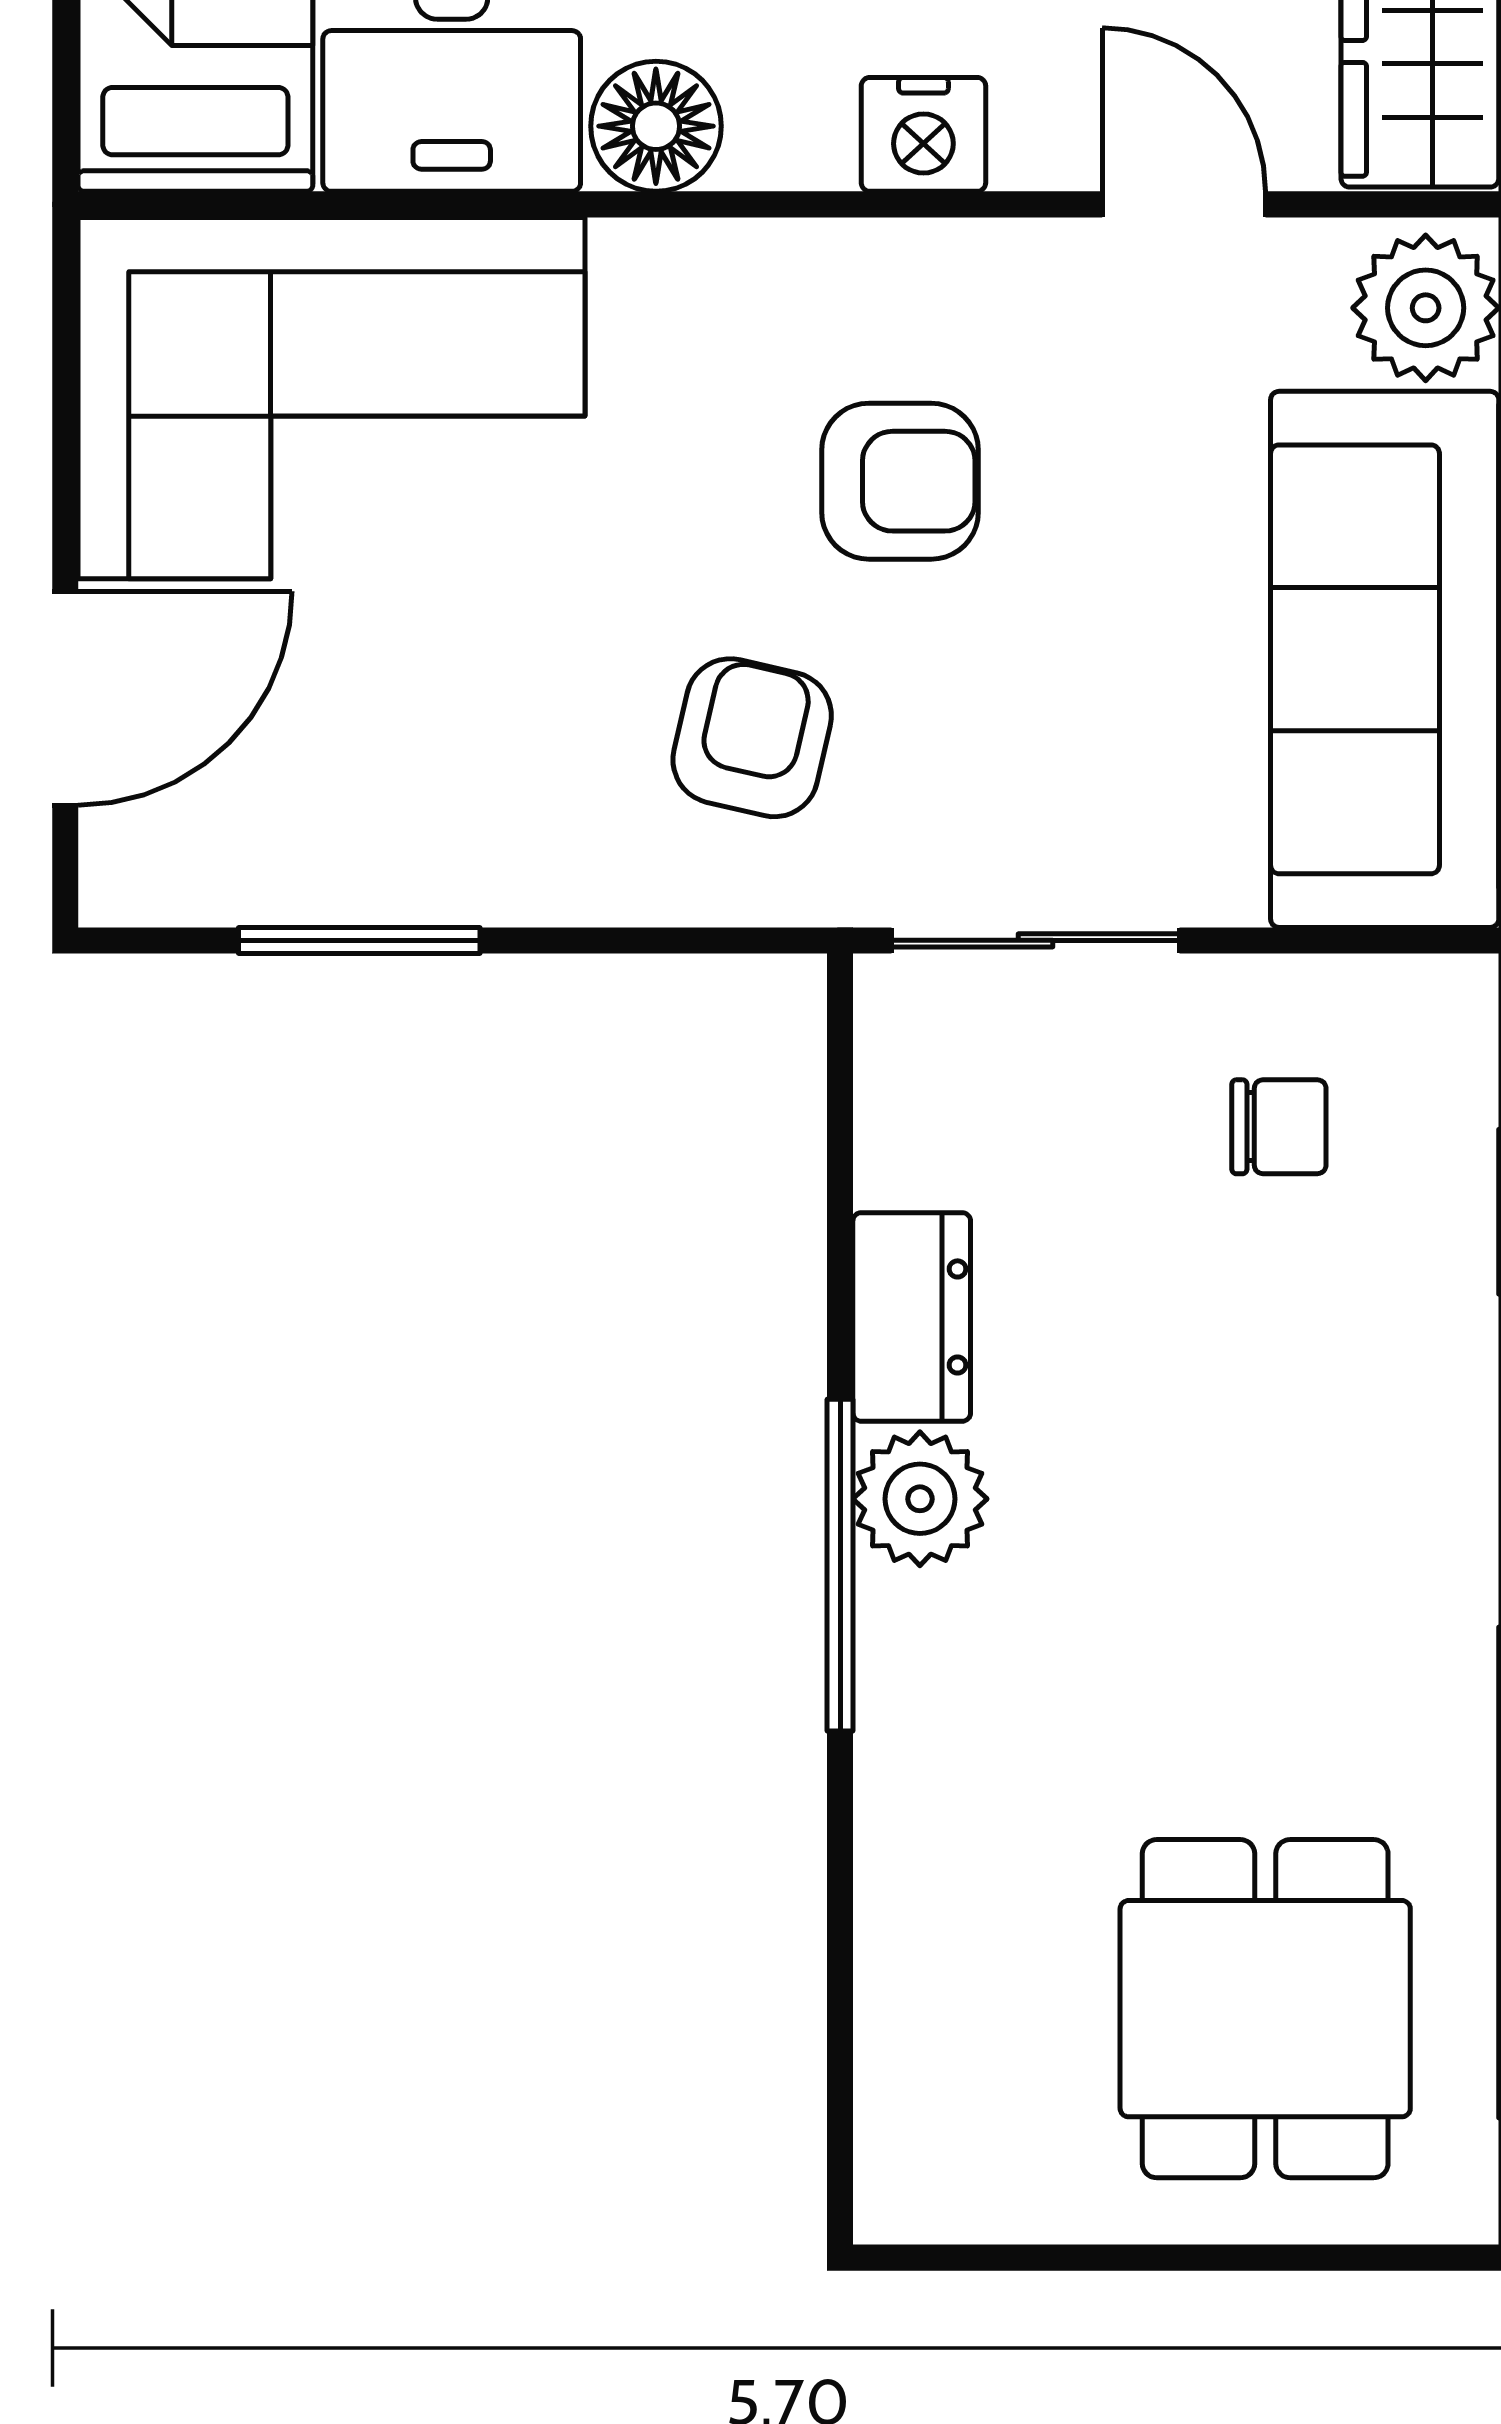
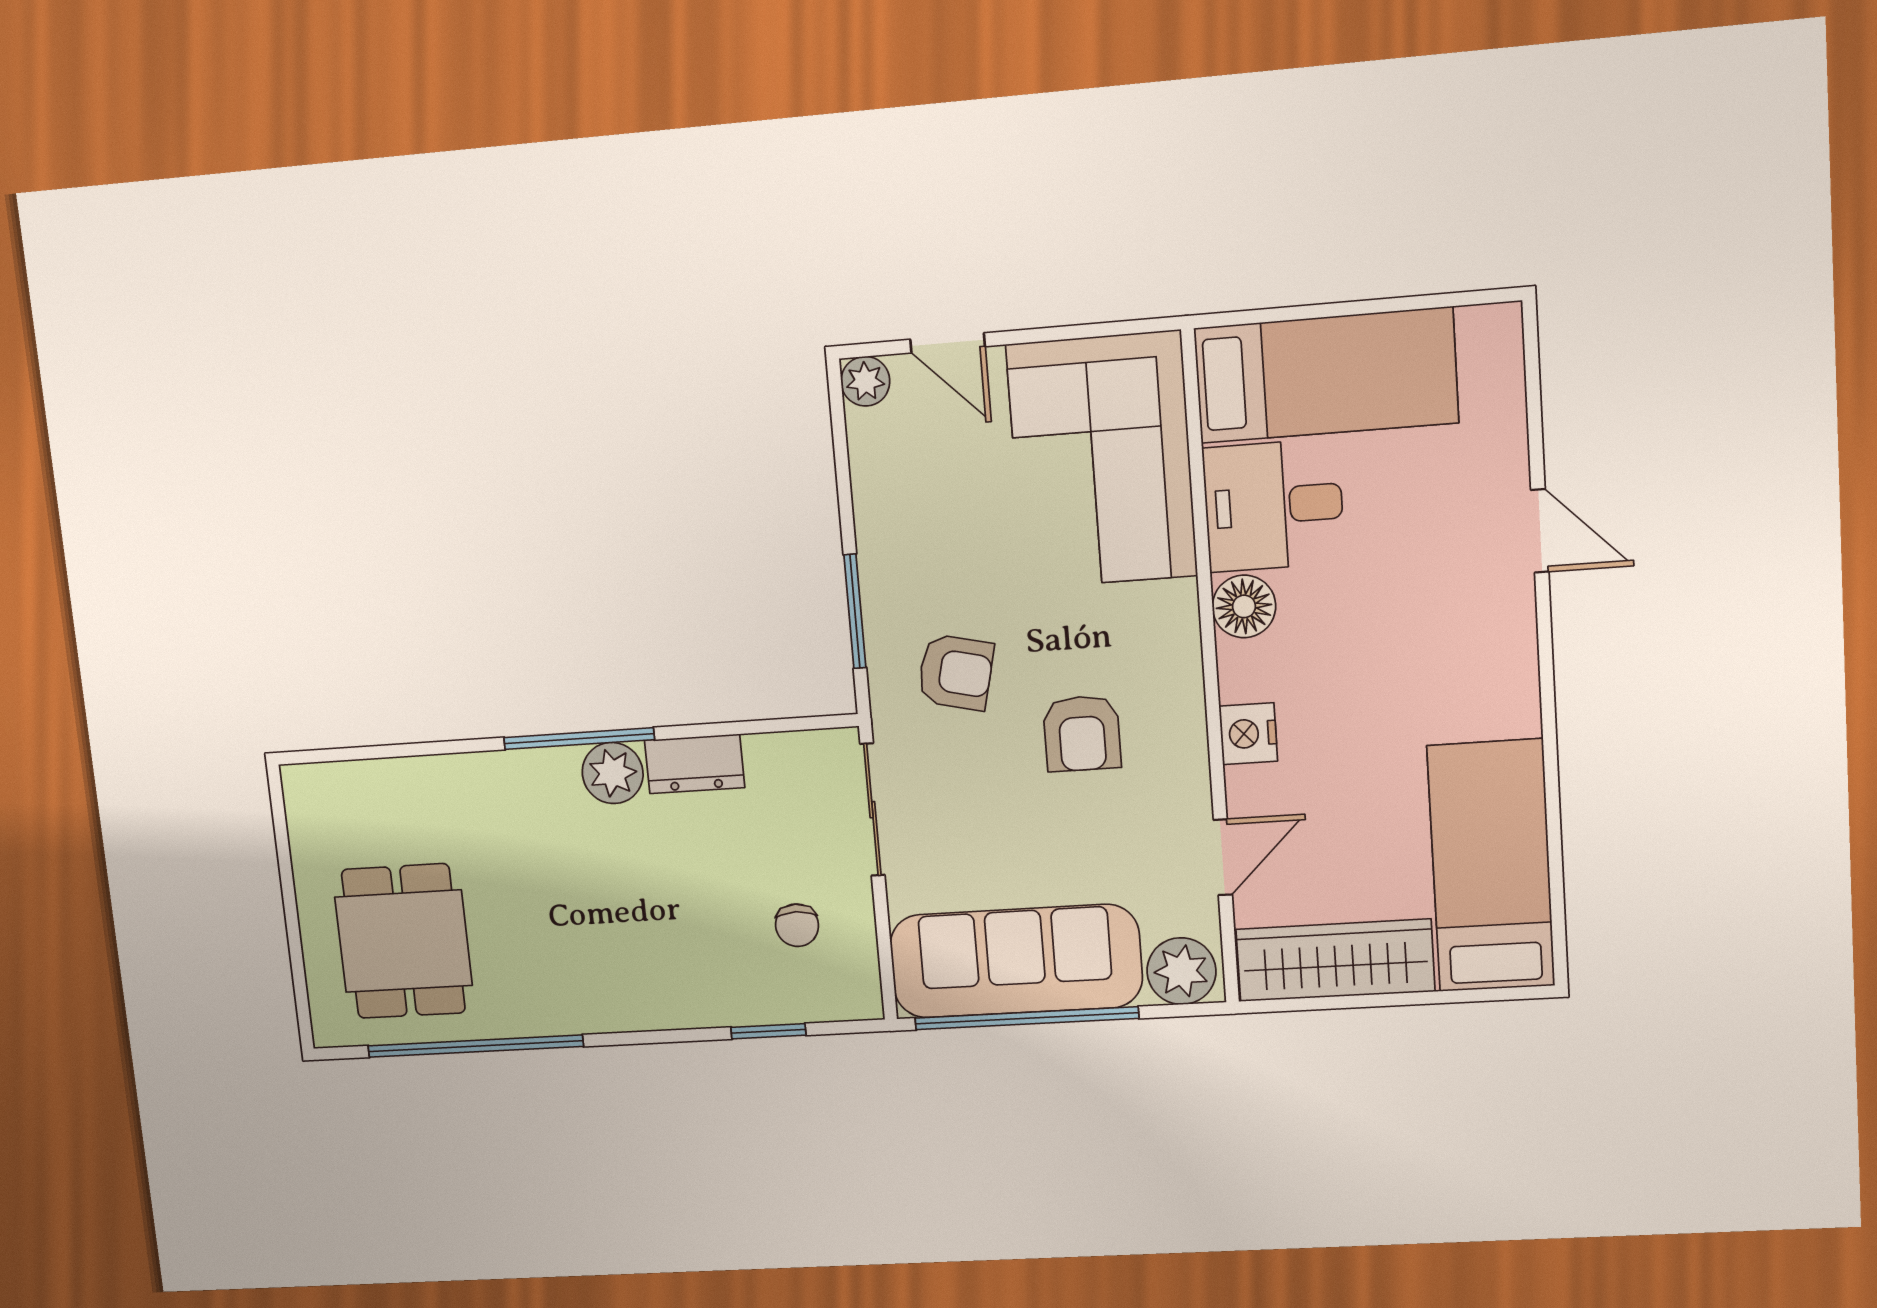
door: (65, 698) -> (948, 343), width x0.73
plant: (129, 876) -> (865, 381), added
window: (359, 940) -> (855, 611), moved
dining table: (1265, 2009) -> (403, 941), turned 90

